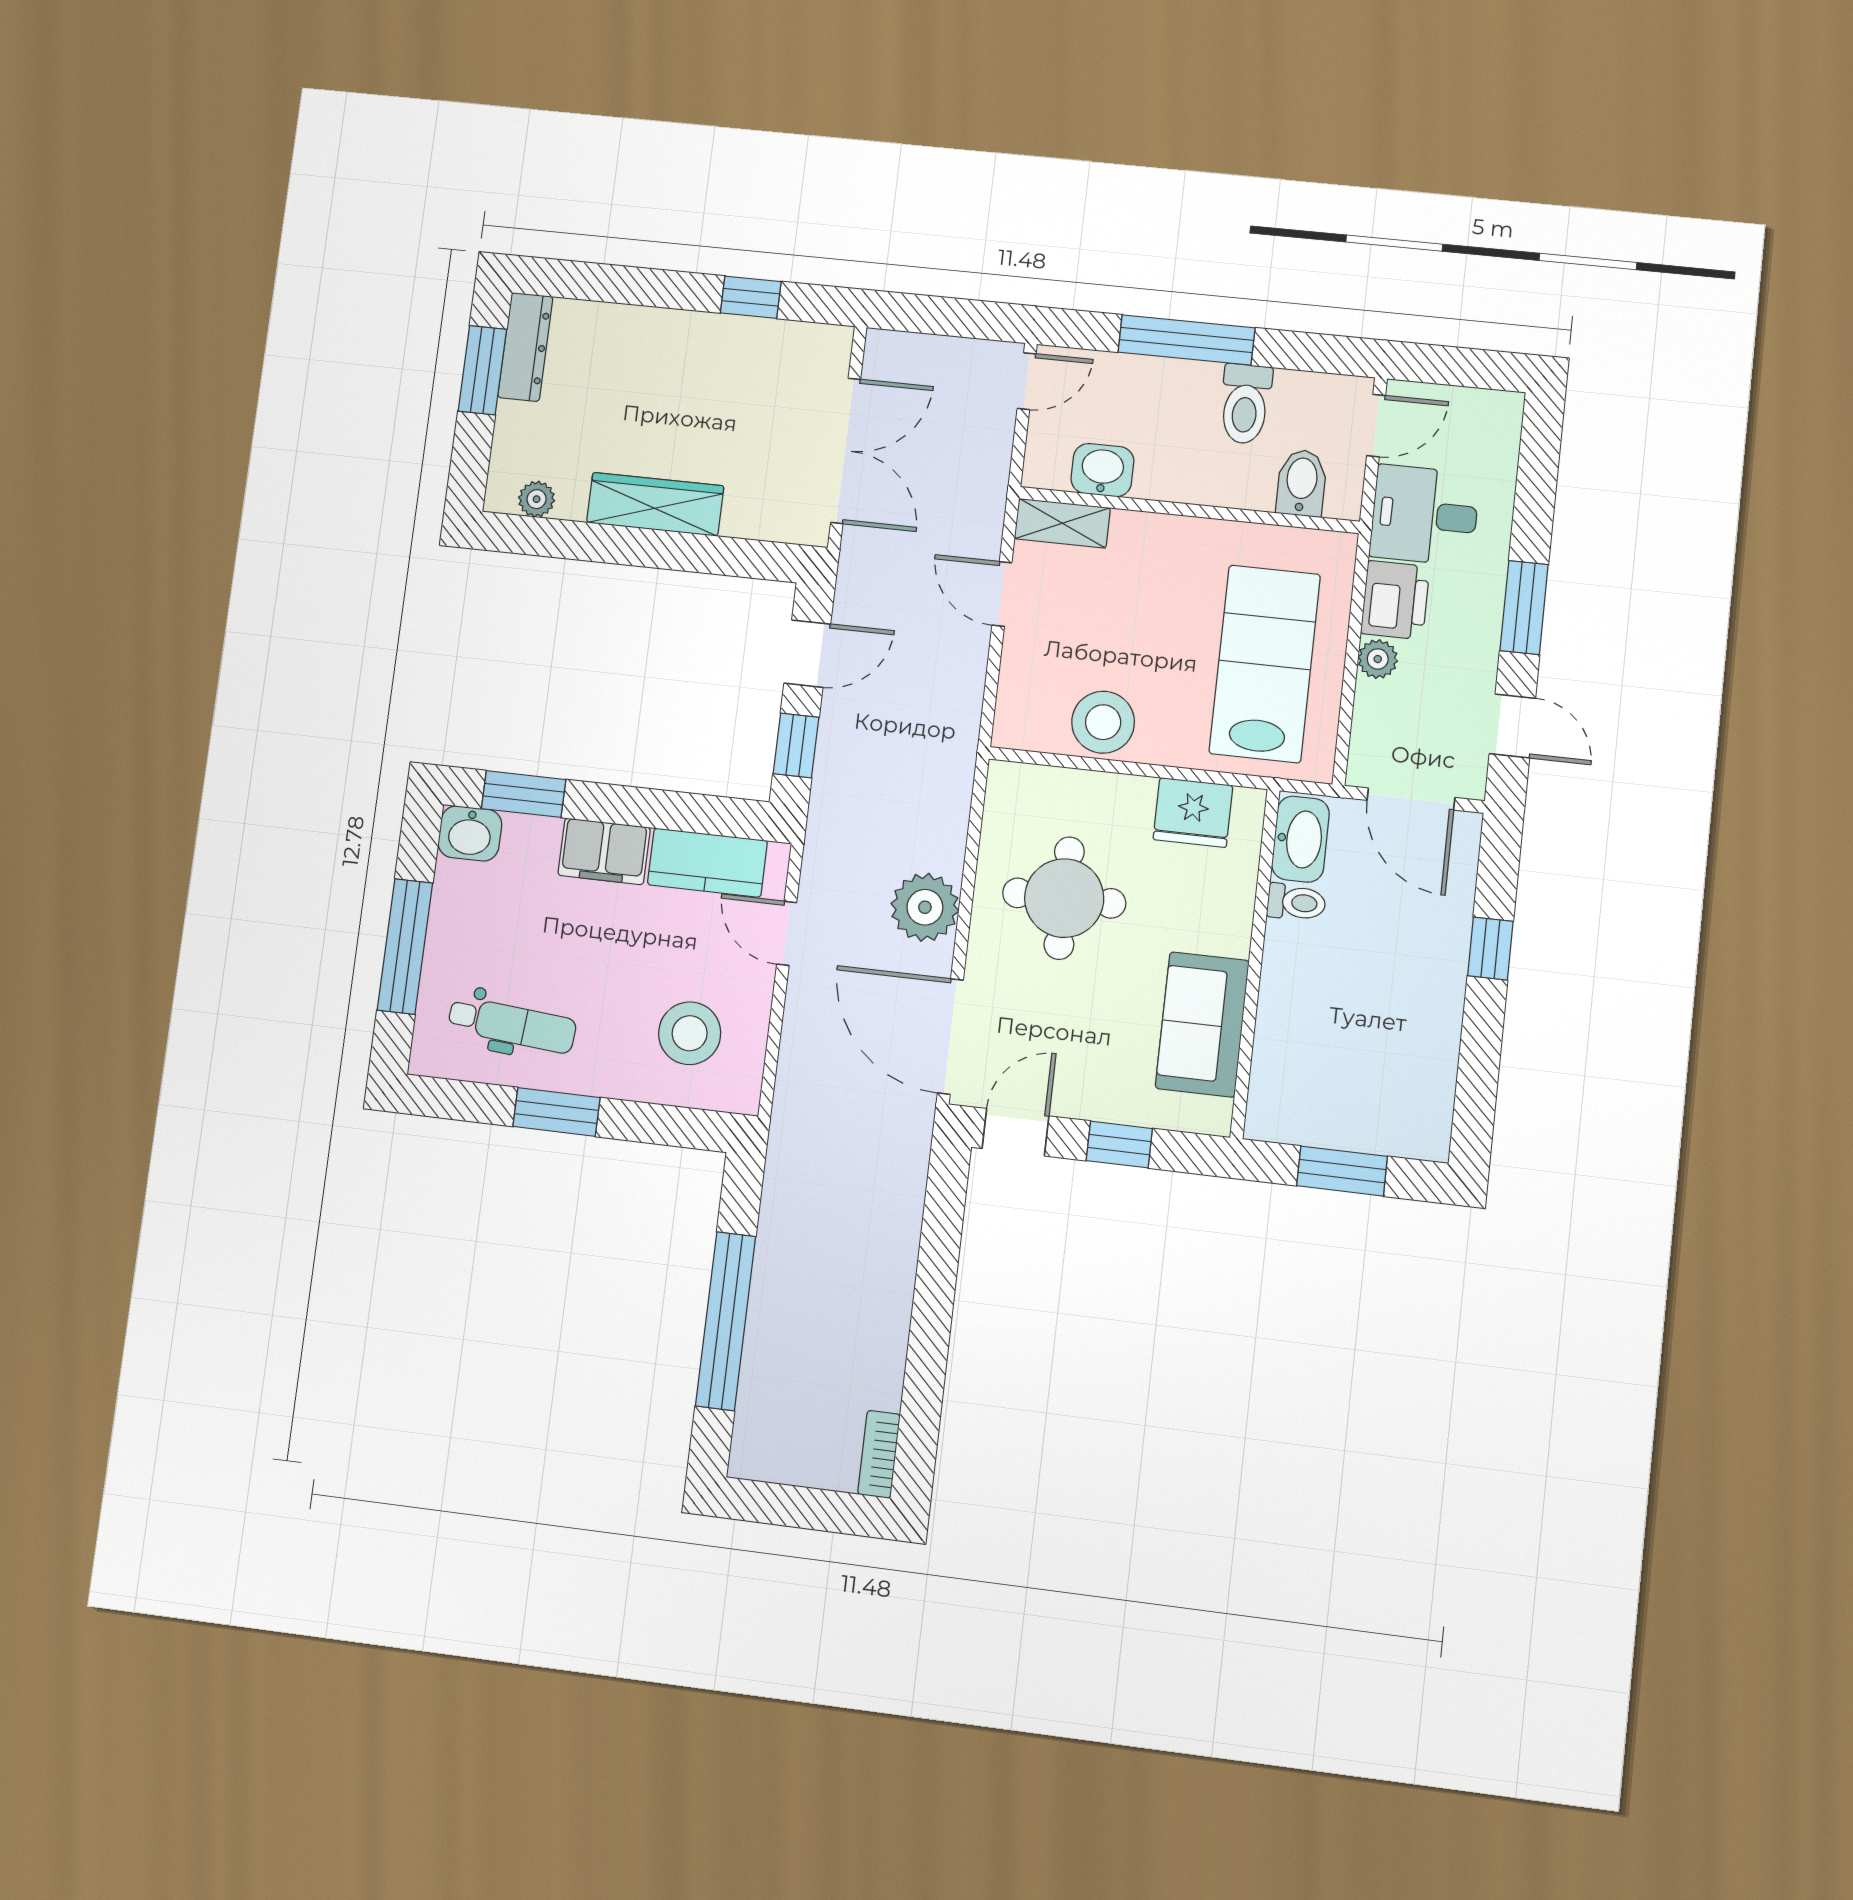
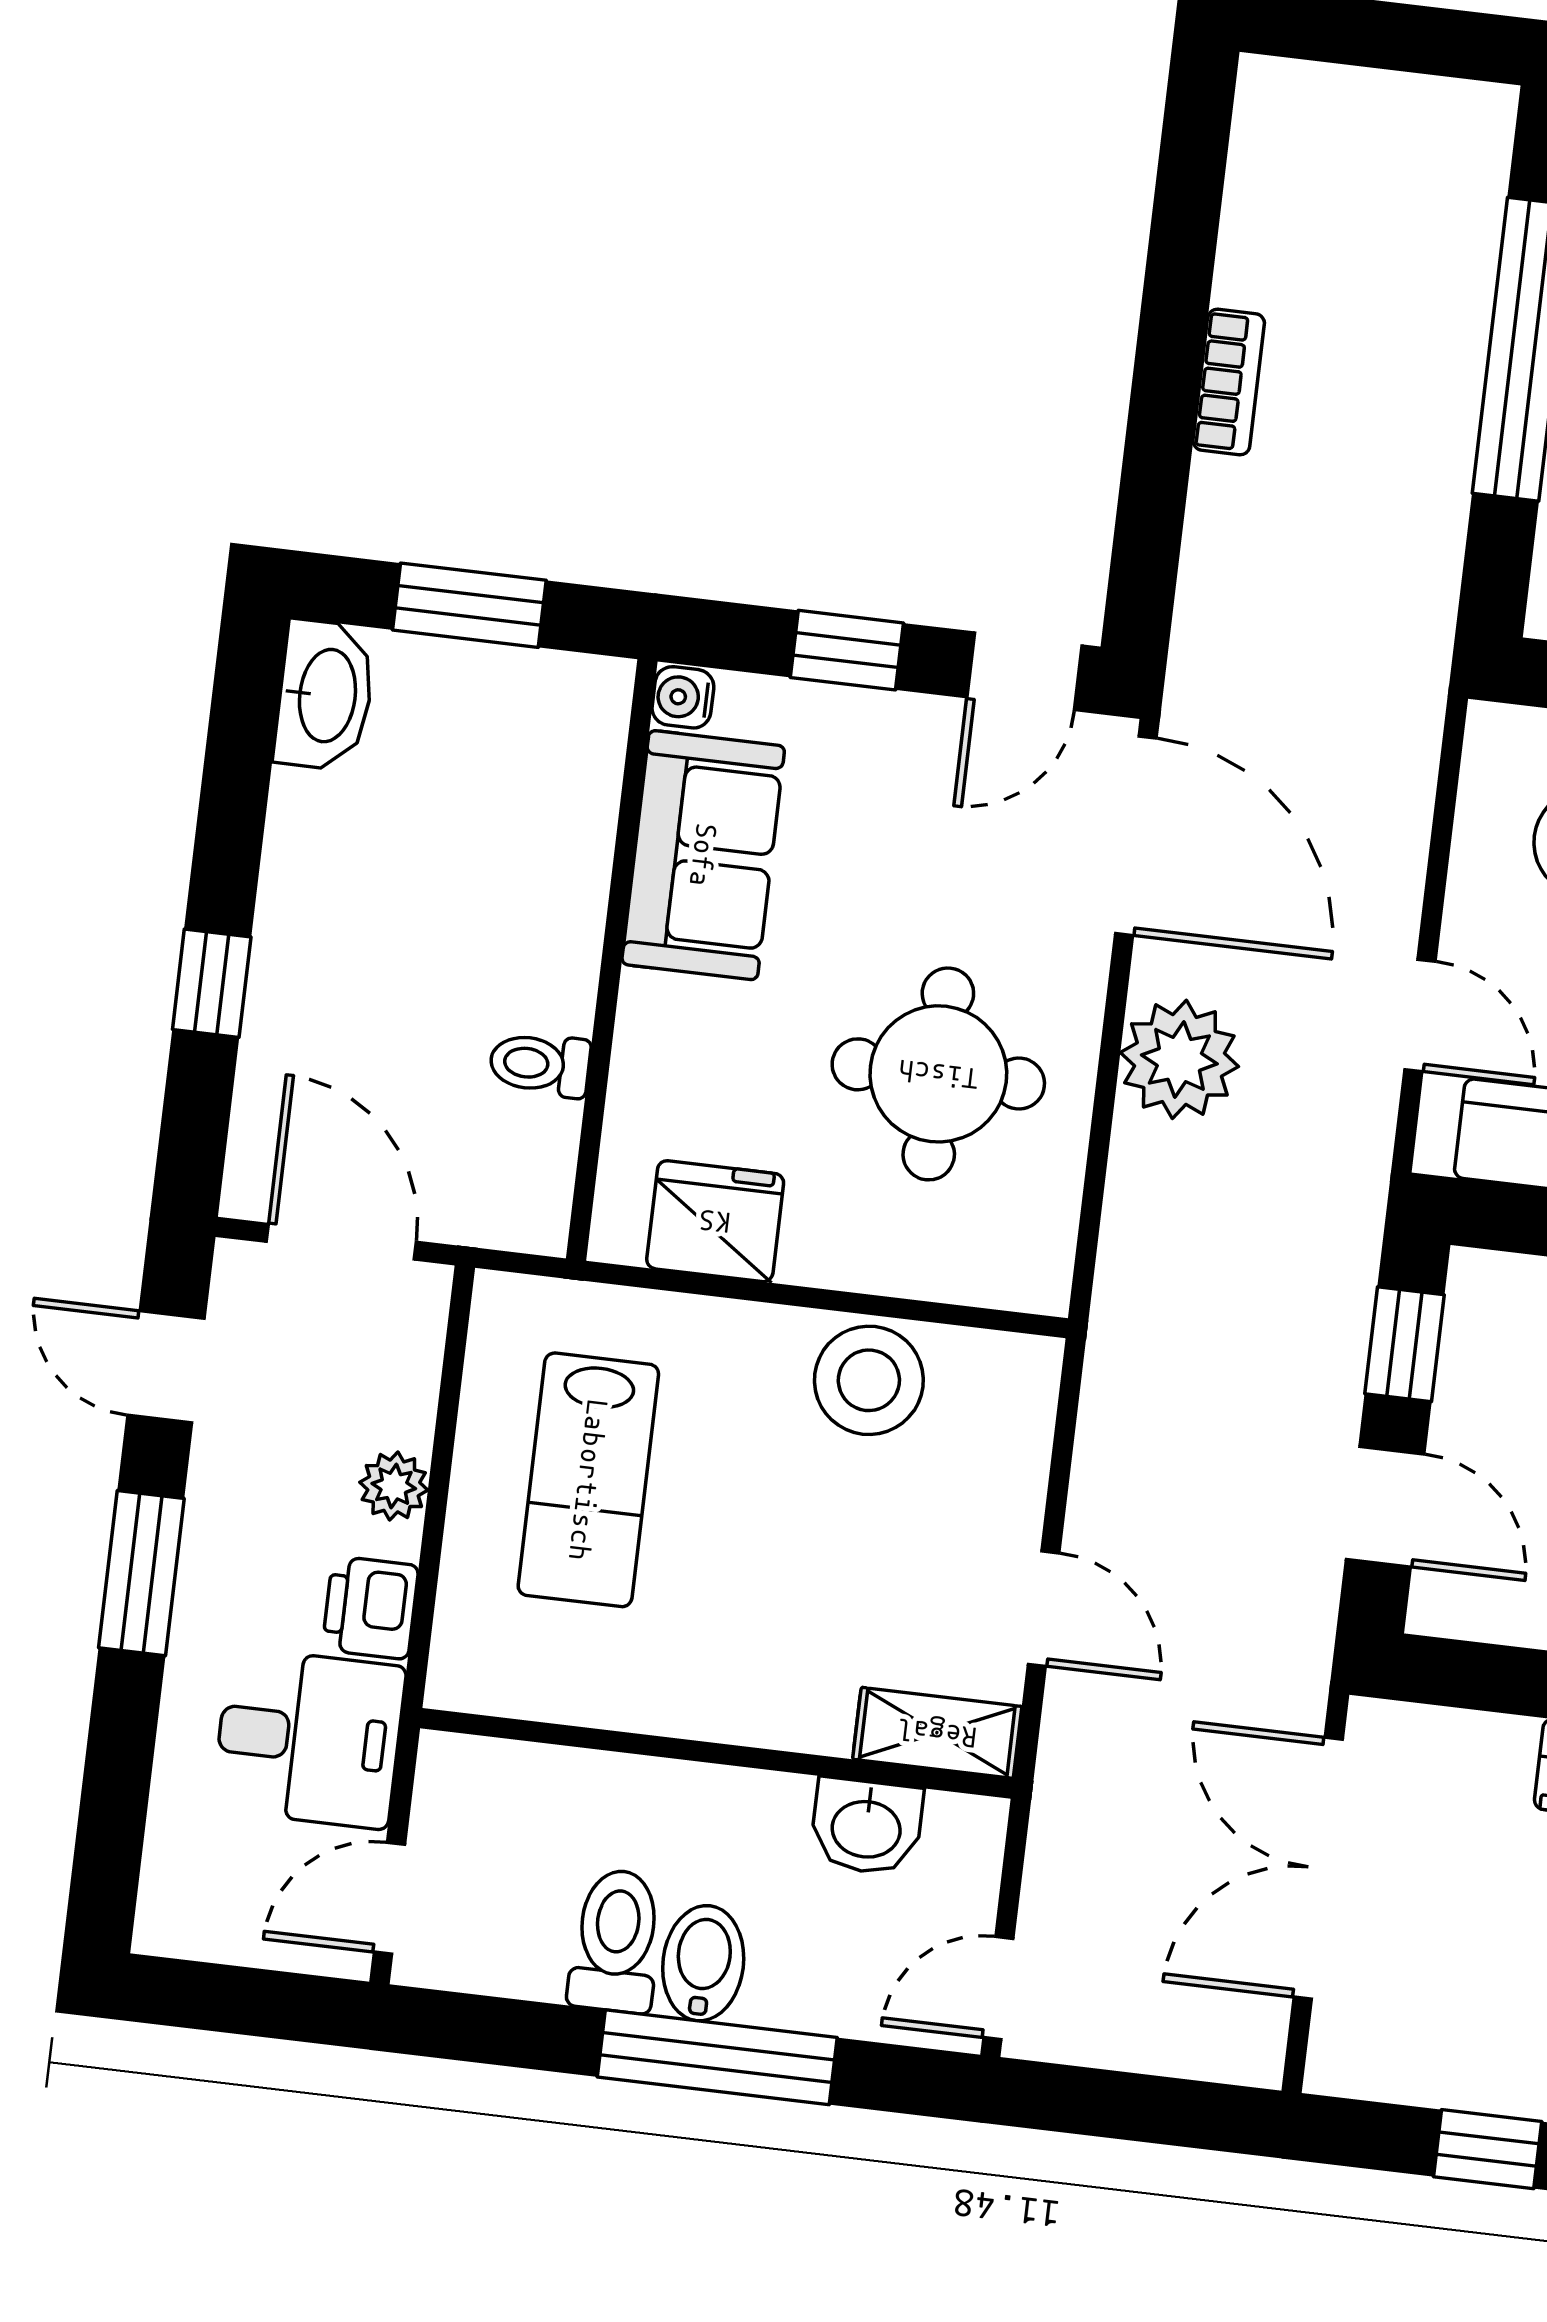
bidet: (1302, 483) -> (703, 1963), moved, turned 180
printer: (1395, 600) -> (370, 1608), width x0.73, depth x0.81
door: (807, 654) -> (1385, 1507), swing flipped
lab bench: (1265, 664) -> (588, 1480), width x0.73, depth x0.72
washbasin: (1300, 839) -> (325, 695), moved, turned 180
water cooler: (1215, 1117) -> (683, 697), added
bookcase: (879, 1454) -> (1229, 382), moved

